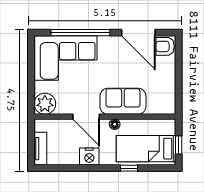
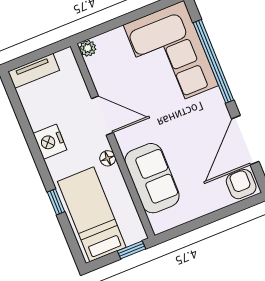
sofa: (123, 101) -> (152, 178), moved
plant: (45, 104) -> (88, 48), width x0.53, depth x0.53
door: (86, 117) -> (102, 115), swing flipped
window: (179, 145) -> (131, 250), moved

